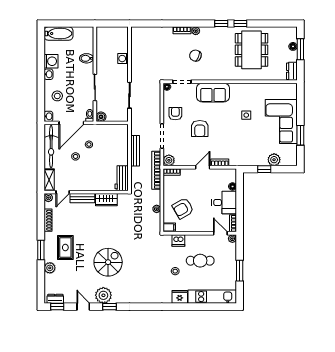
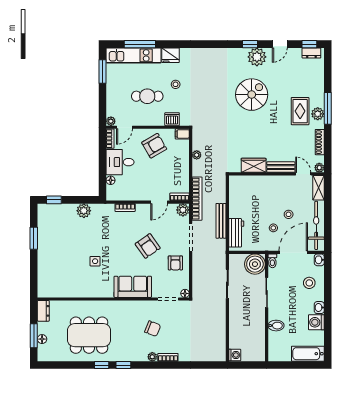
dining table: (252, 50) -> (89, 335), turned 90
washing machine: (123, 59) -> (235, 355), moved
boiler: (101, 117) -> (255, 264), width x1.86, depth x1.86
corner sofa: (281, 121) -> (55, 254), removed
armchair: (200, 129) -> (148, 246), turned 145
plant: (274, 160) -> (84, 211), moved
door: (203, 167) -> (159, 202), moved
window: (264, 169) -> (54, 200), moved
workbench: (122, 178) -> (236, 233), moved
door: (63, 192) -> (303, 174), hinge flipped
armchair: (183, 208) -> (154, 146), moved
door: (220, 233) -> (124, 127), hinge flipped
window: (41, 250) -> (328, 108), width x1.44
spiral stairs: (108, 262) -> (252, 95), turned 180
plant: (50, 268) -> (318, 114), moved
window: (240, 271) -> (103, 72), moved
door: (83, 307) -> (280, 44), hinge flipped
window: (207, 307) -> (140, 44), added

